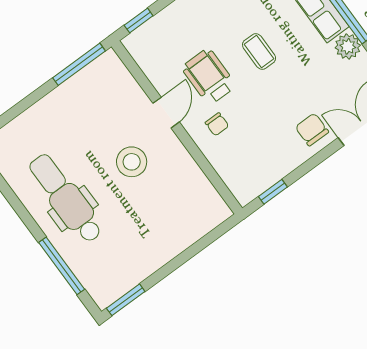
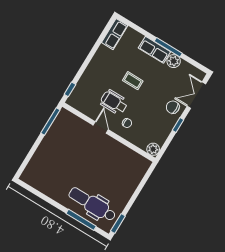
stool: (132, 162) -> (94, 157), removed
plant: (245, 191) -> (153, 149), added
window: (273, 192) -> (178, 125), moved
dental chair: (66, 198) -> (92, 204), moved

